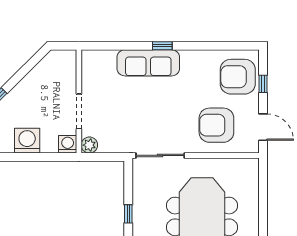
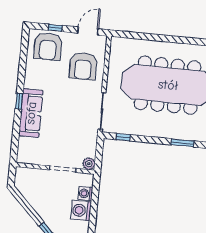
washing machine: (68, 144) -> (85, 194), moved
window: (128, 214) -> (123, 137), moved

